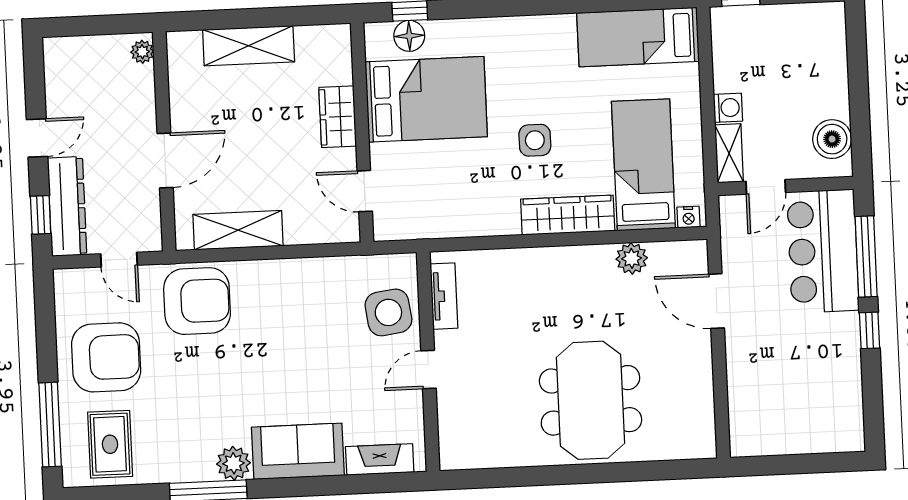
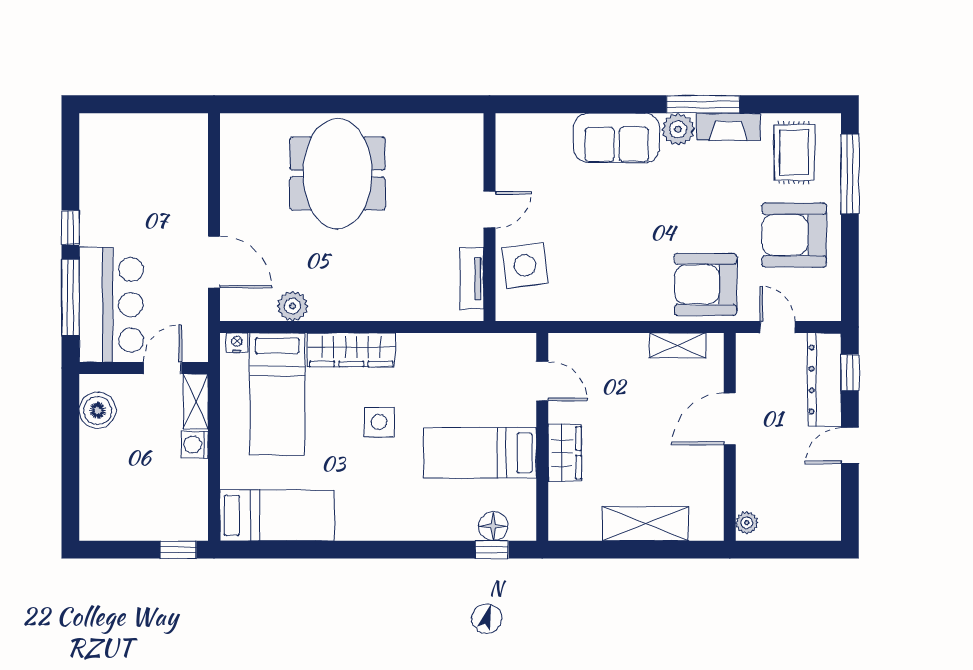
bed: (426, 99) -> (480, 453), width x0.67
shelving: (238, 230) -> (678, 345), width x0.67, depth x0.75
fireplace: (380, 459) -> (728, 127), moved

